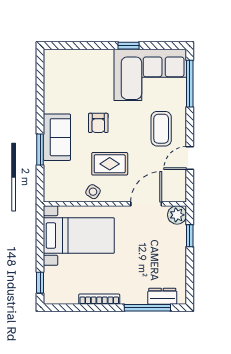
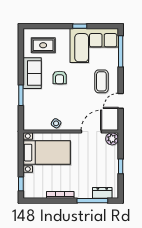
sofa: (57, 137) -> (32, 73), moved
rug: (110, 164) -> (43, 45), moved
window: (190, 236) -> (121, 166), moved

